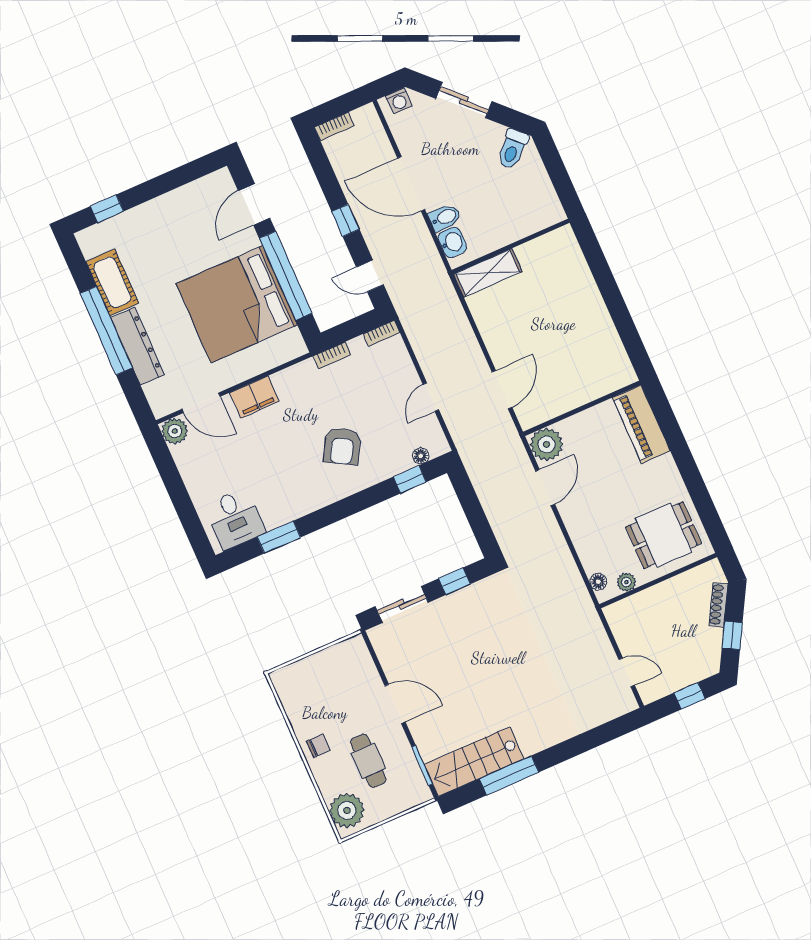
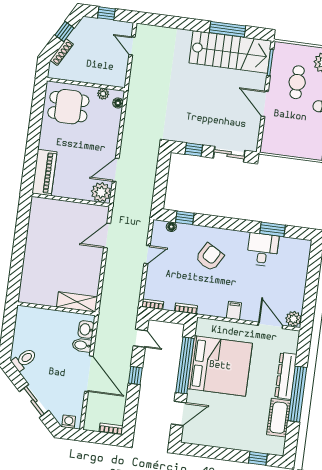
filing cabinet: (254, 397) -> (234, 311), width x0.50
desk: (235, 519) -> (263, 250), moved
stairs: (474, 762) -> (230, 52), width x1.36, depth x1.51

